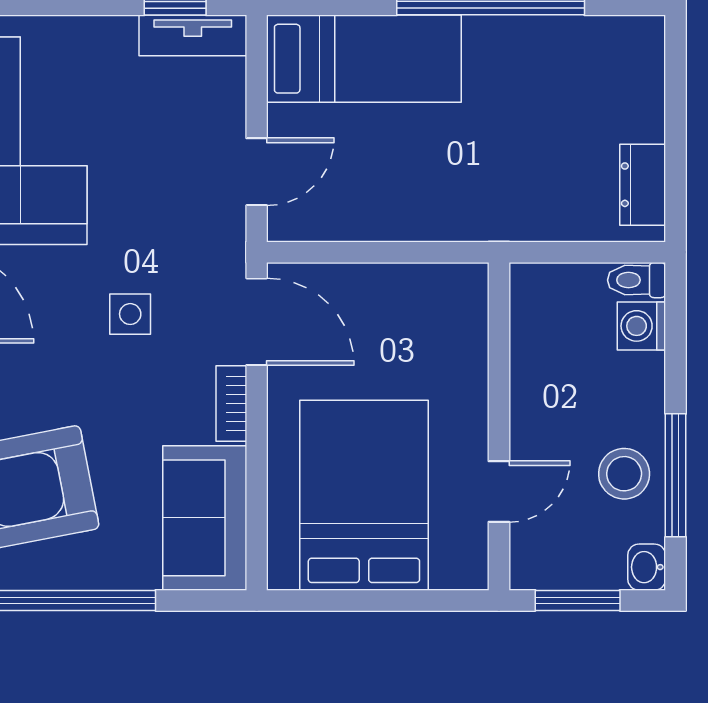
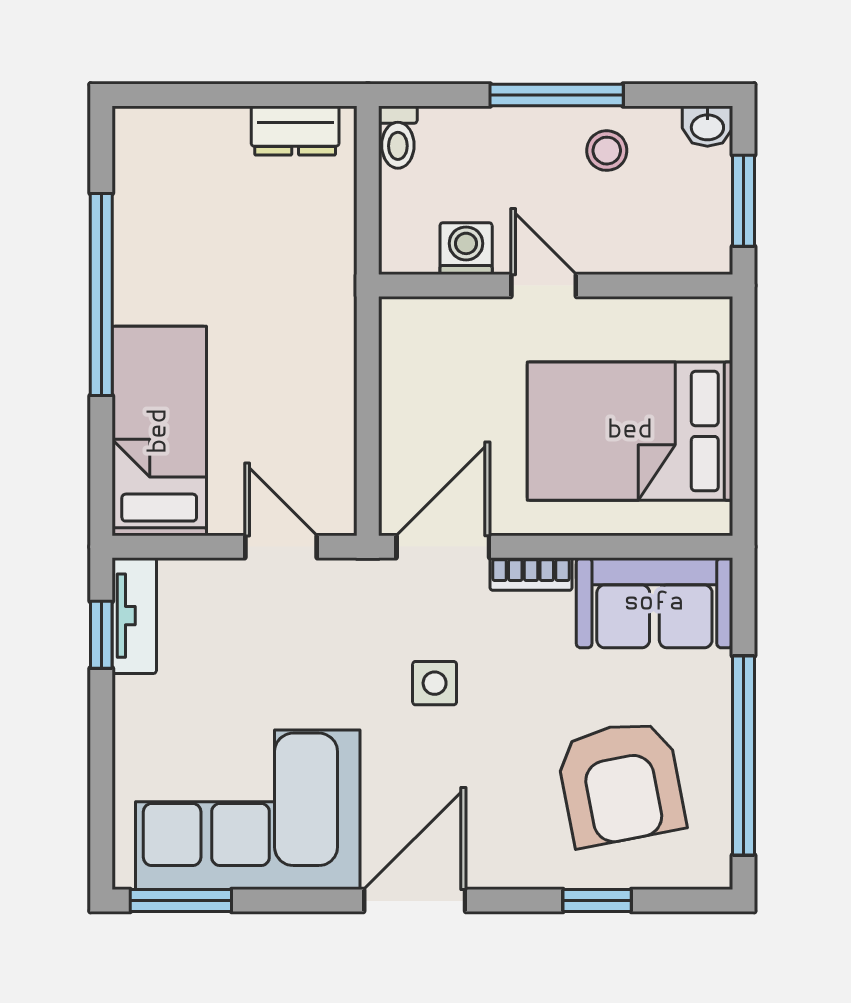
washing machine: (641, 326) -> (466, 249), moved, turned 180
stool: (624, 474) -> (607, 151), width x0.73, depth x0.73
window: (676, 475) -> (557, 95), moved
door: (499, 491) -> (544, 286), moved

